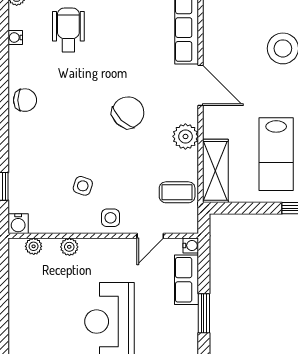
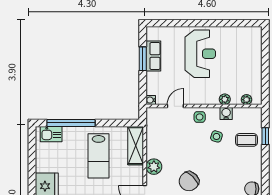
lab bench: (276, 154) -> (99, 156), turned 180
coffee table: (177, 192) -> (246, 140), moved
water cooler: (18, 224) -> (226, 113), moved
row of seats: (186, 280) -> (153, 56), moved

